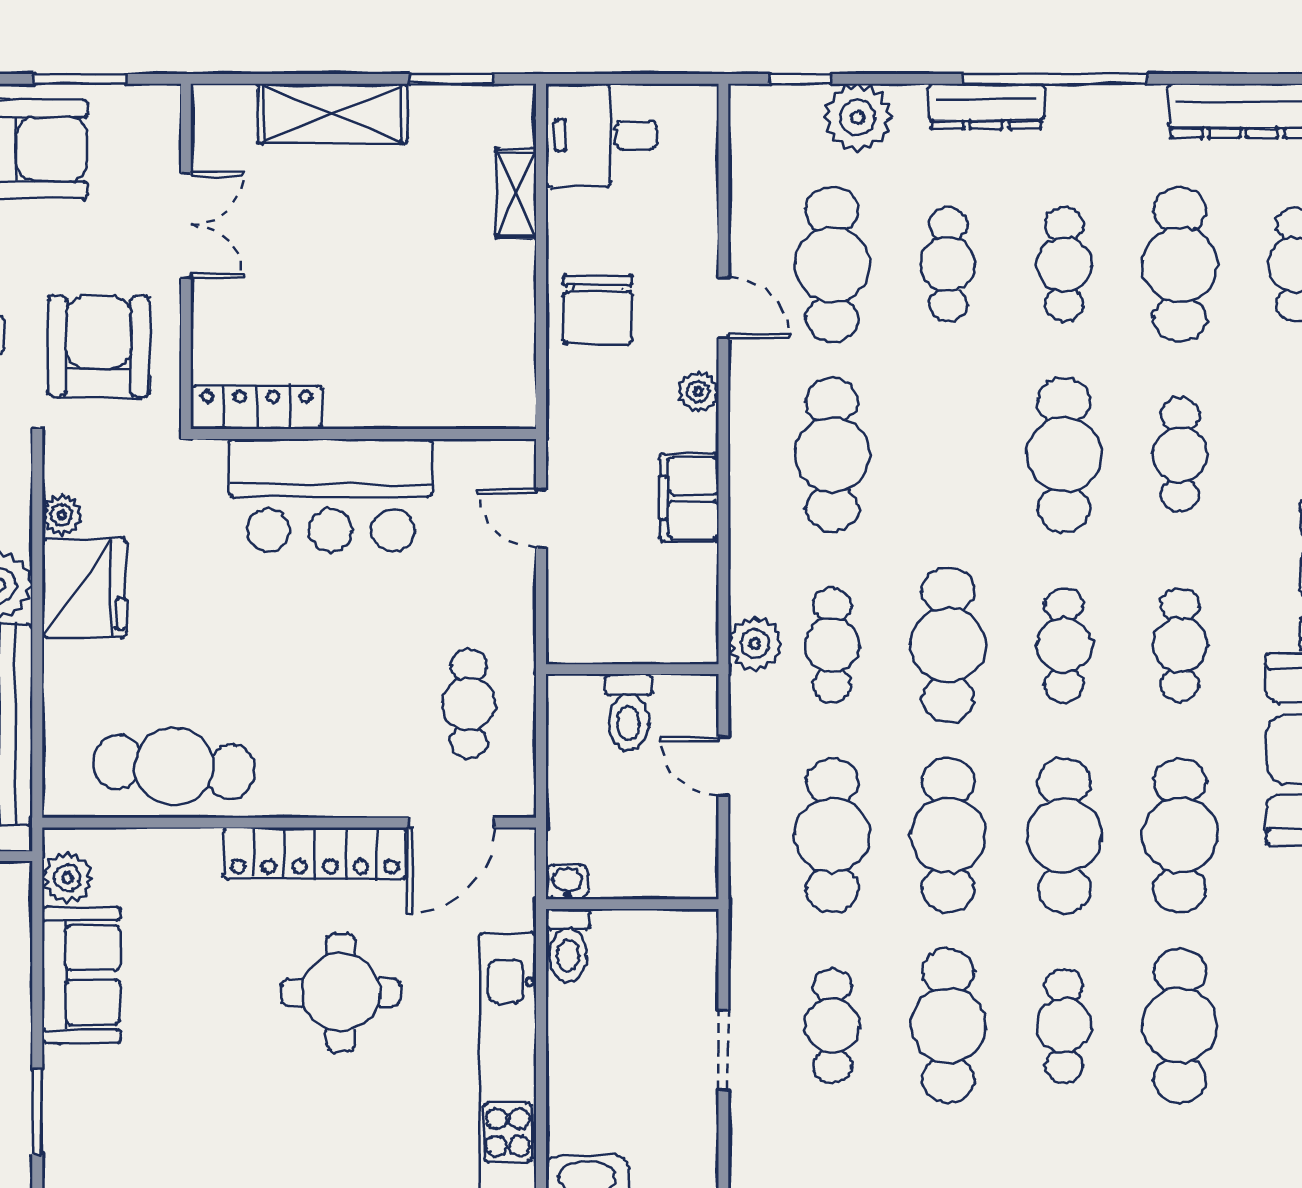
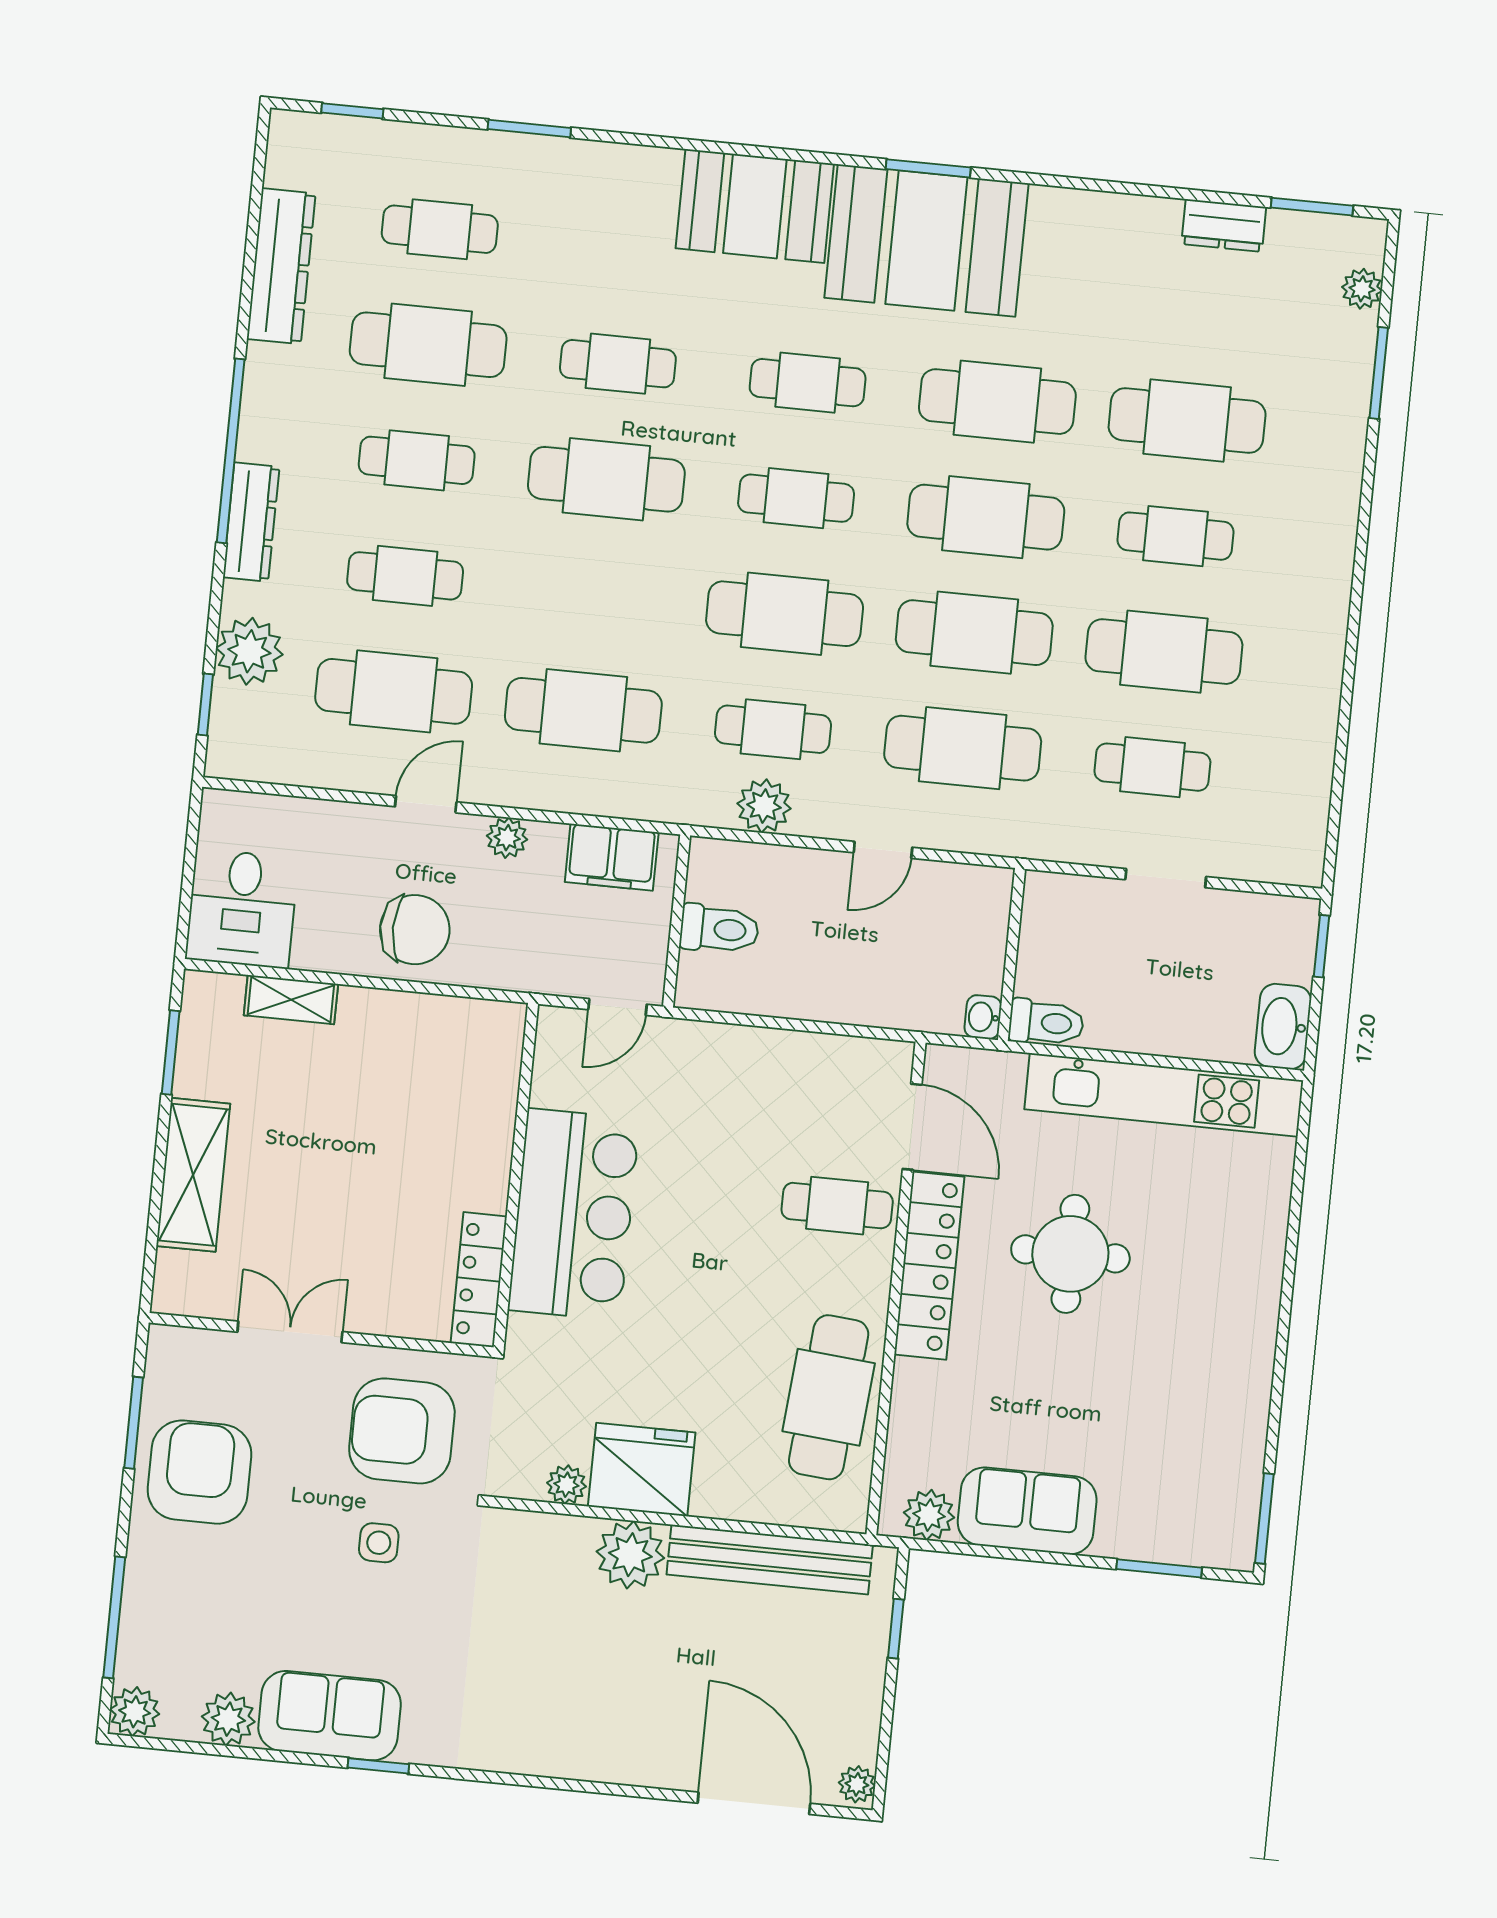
wall: (632, 669) -> (677, 921), moved
cafe table: (469, 704) -> (837, 1206), moved
toilet: (629, 712) -> (719, 929), moved

